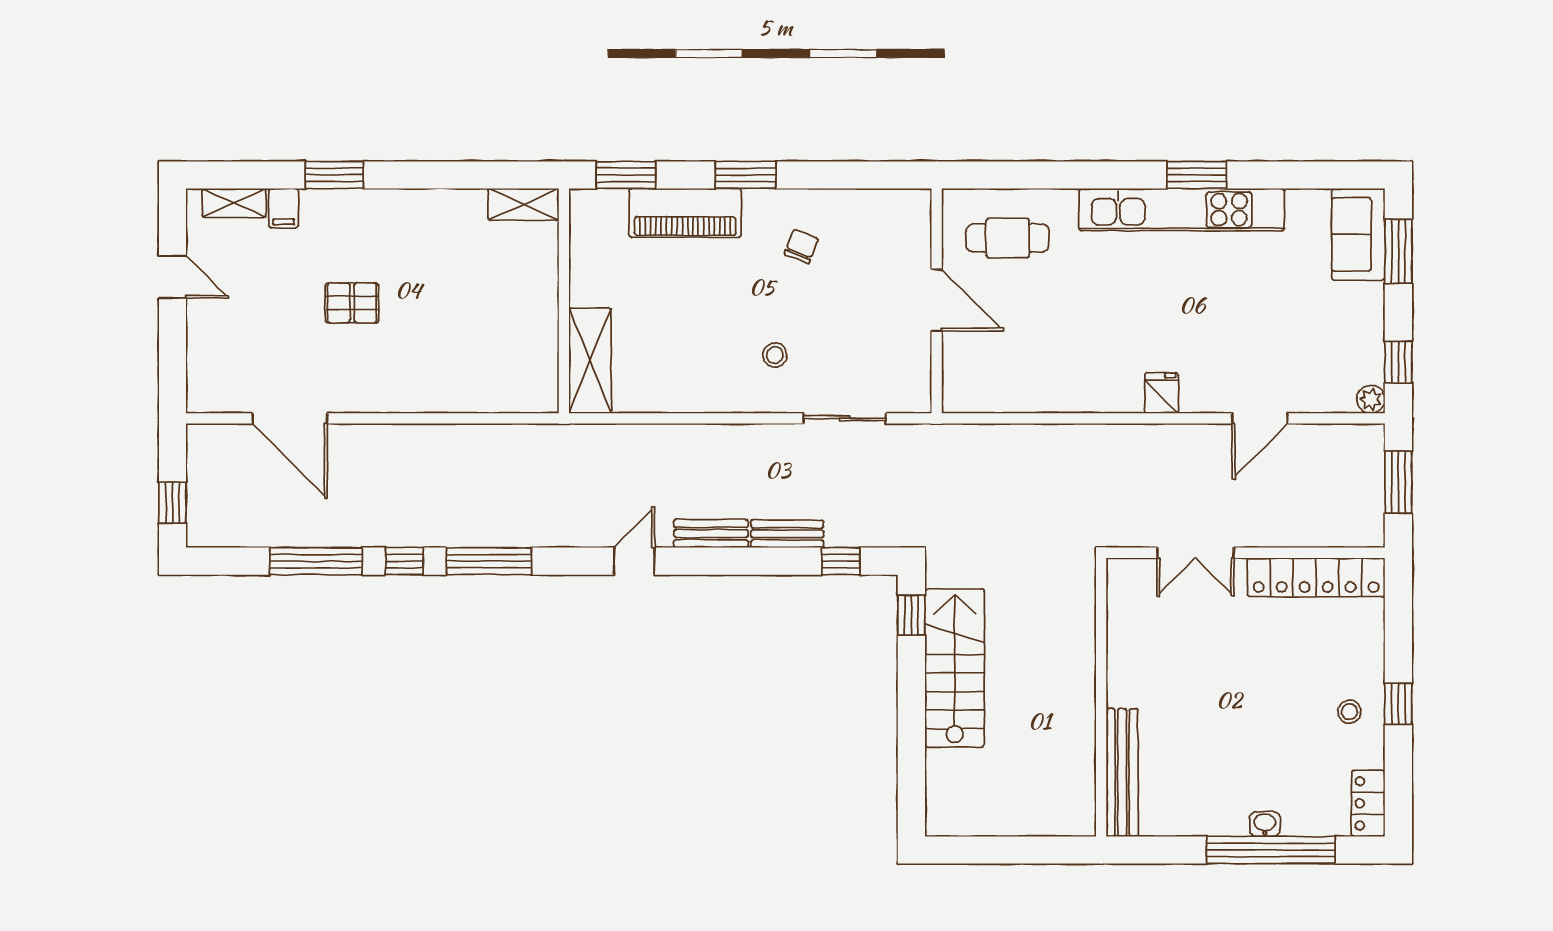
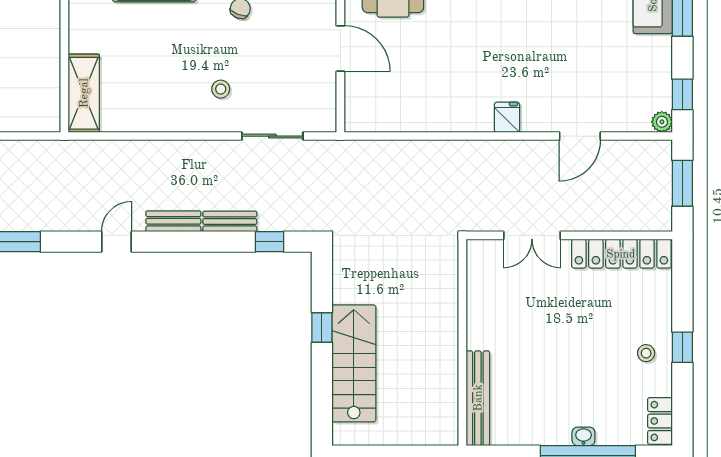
window: (911, 615) -> (322, 328), moved
stairs: (955, 668) -> (354, 363), moved

